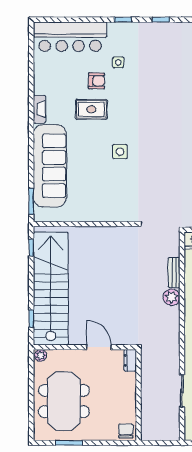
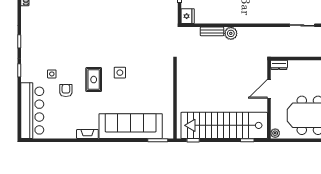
rug: (91, 109) -> (94, 80), moved

